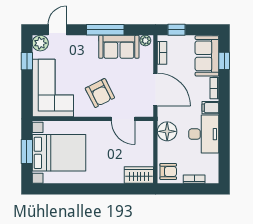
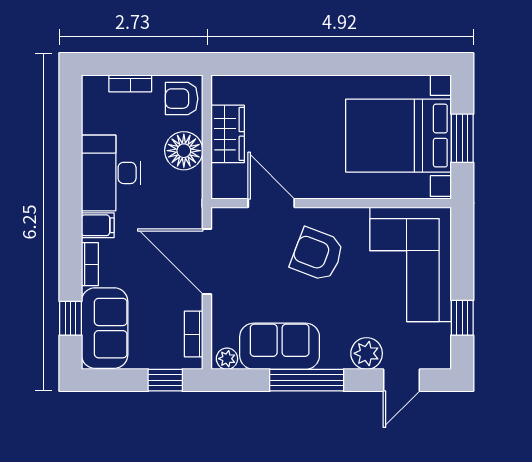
plant: (40, 43) -> (367, 353), moved
armchair: (100, 93) -> (317, 254), turned -42
floor lamp: (167, 131) -> (184, 151), moved
wardrobe: (139, 175) -> (228, 134), moved, turned -90

